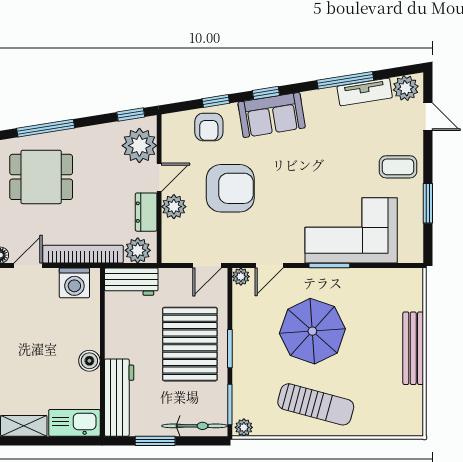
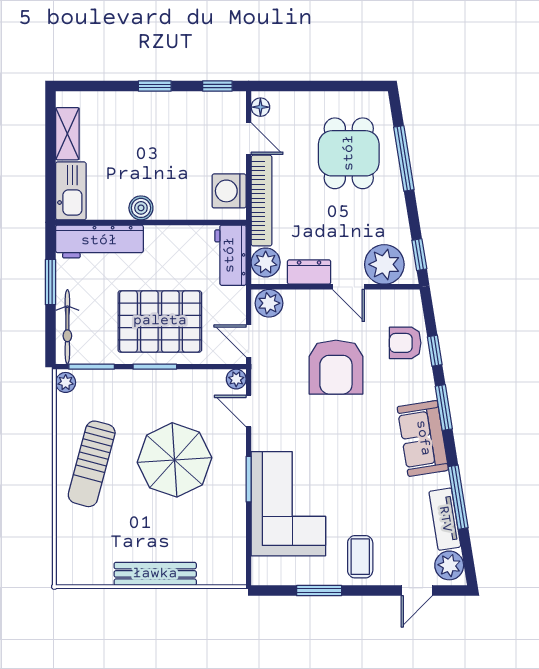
window: (266, 93) -> (444, 407), width x1.50
sofa: (272, 115) -> (423, 438), moved
plant: (174, 207) -> (269, 303), moved

